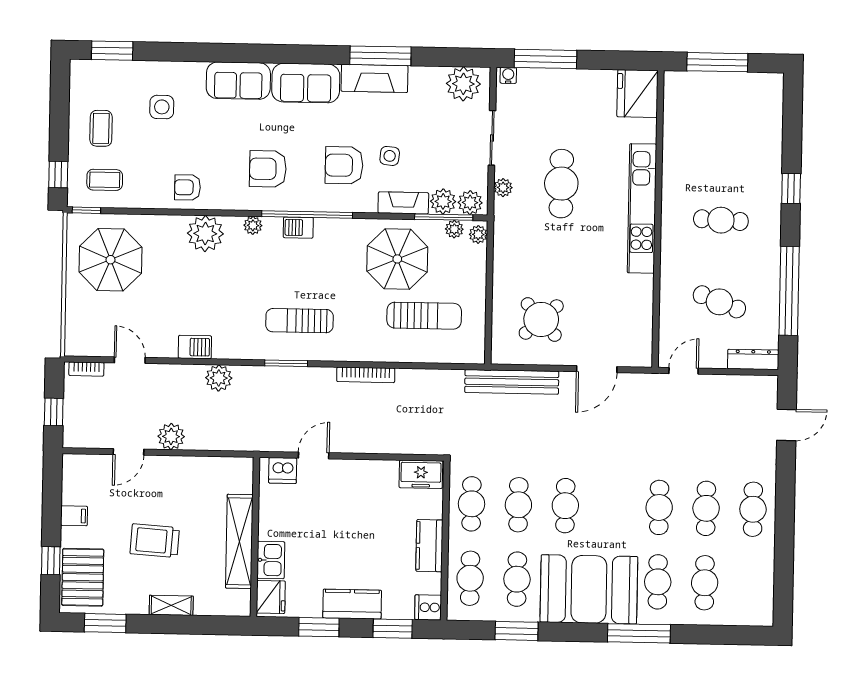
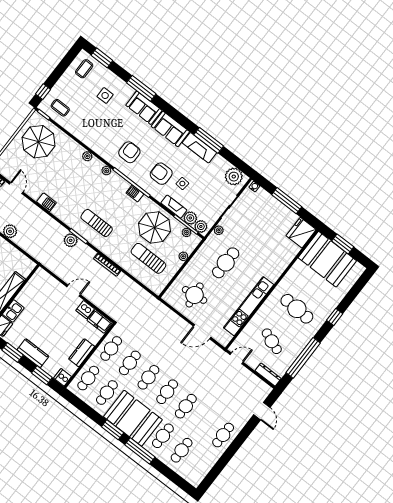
window: (211, 53) -> (141, 88), added
window: (545, 59) -> (287, 201), moved
window: (717, 62) -> (343, 244), width x0.69
booth: (711, 105) -> (327, 259), added
coffee table: (101, 128) -> (84, 69), moved
armchair: (268, 169) -> (129, 152), turned 90
cafe table: (561, 184) -> (226, 263), moved
armchair: (187, 187) -> (91, 136), removed
kitchen unit: (642, 208) -> (249, 306), moved
cafe table: (721, 220) -> (297, 309), width x1.37, depth x1.35
barbecue: (298, 228) -> (135, 193), moved
plant: (205, 234) -> (87, 156), width x0.53, depth x0.53
plant: (478, 234) -> (183, 256), moved
sun lounger: (424, 316) -> (148, 258), turned 180
round table: (541, 319) -> (195, 295), turned 35
plant: (219, 378) -> (71, 240), moved
bench: (512, 382) -> (164, 311), removed
door: (787, 425) -> (262, 411), hinge flipped
door: (314, 455) -> (74, 291), moved
dishwasher: (283, 470) -> (85, 310), moved
cafe table: (706, 508) -> (167, 392), moved
window: (517, 631) -> (113, 430), moved

